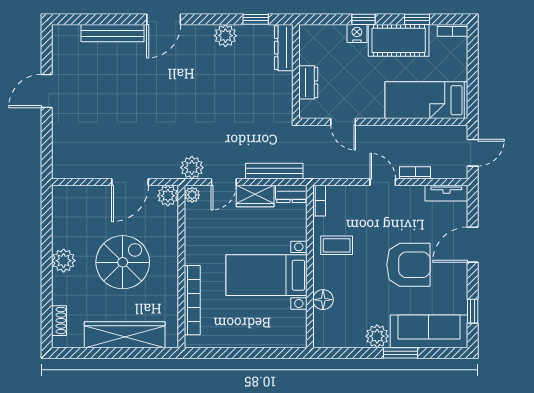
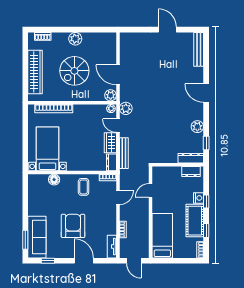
bench: (113, 33) -> (199, 49), moved
dresser: (308, 82) -> (191, 172), moved
door: (383, 182) -> (118, 198), moved
spiral stairs: (123, 262) -> (74, 71), turned 90
armchair: (408, 265) -> (73, 226), turned 180
bed with nightstands: (267, 275) -> (47, 149), moved
plant: (377, 336) -> (34, 209), removed
window: (401, 353) -> (25, 240), moved

